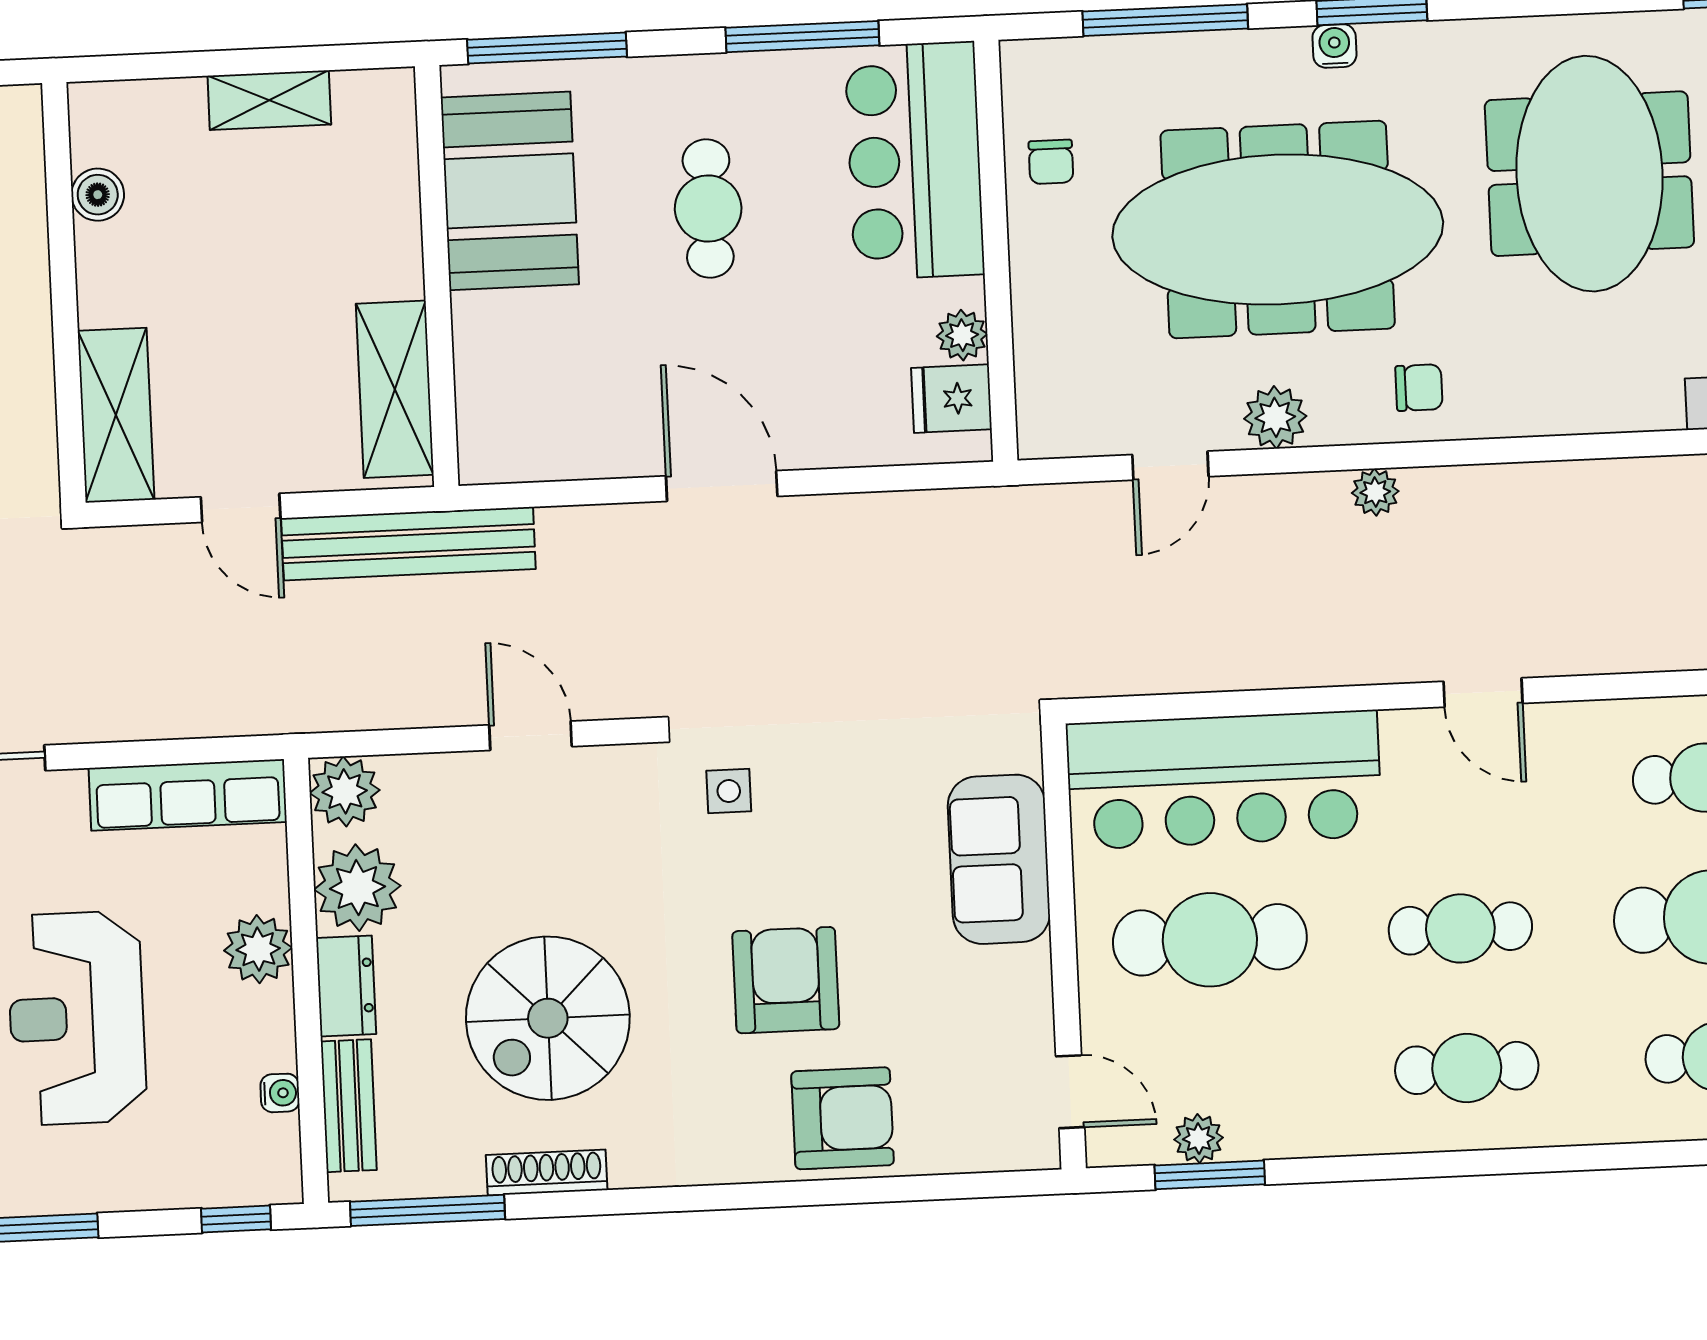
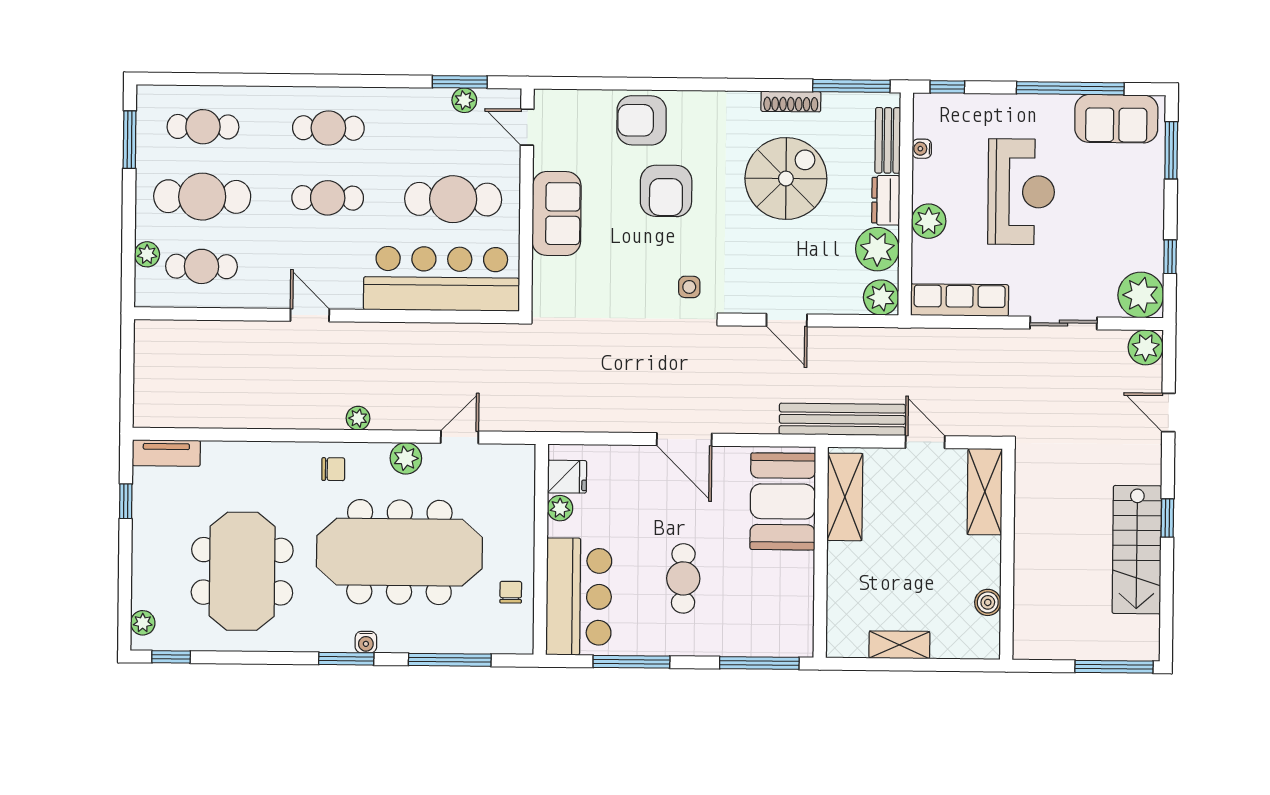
booth: (510, 191) -> (783, 501), moved
chair: (1419, 388) -> (333, 469), turned 180
sofa: (999, 859) -> (557, 214), moved

